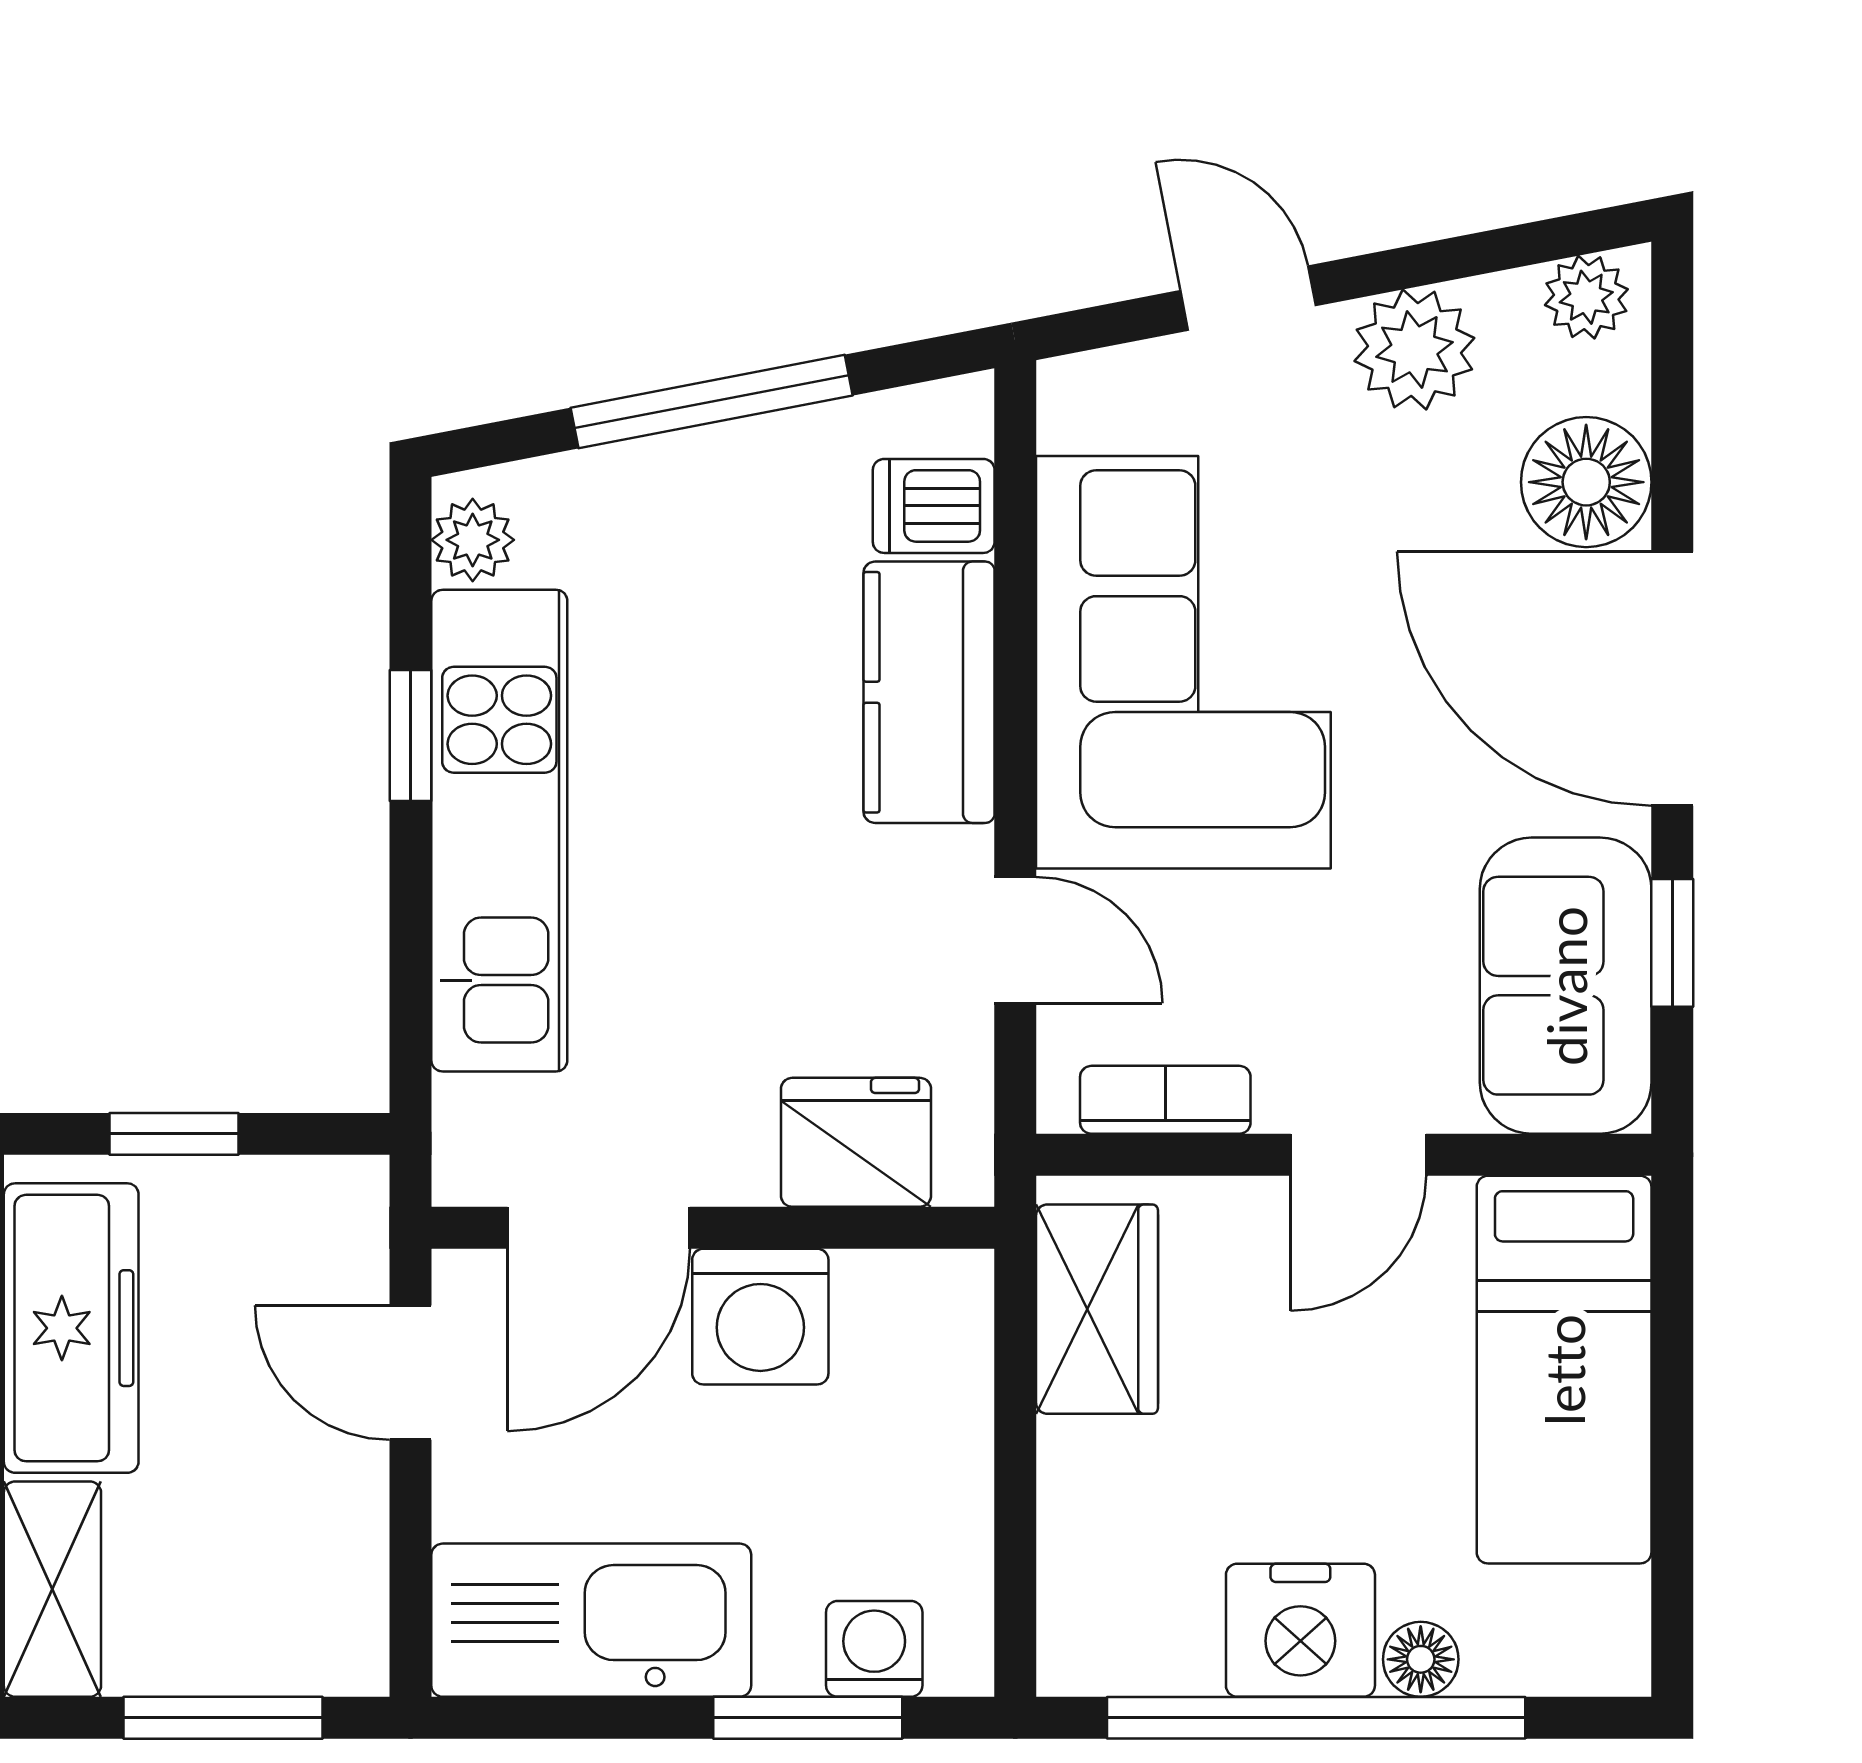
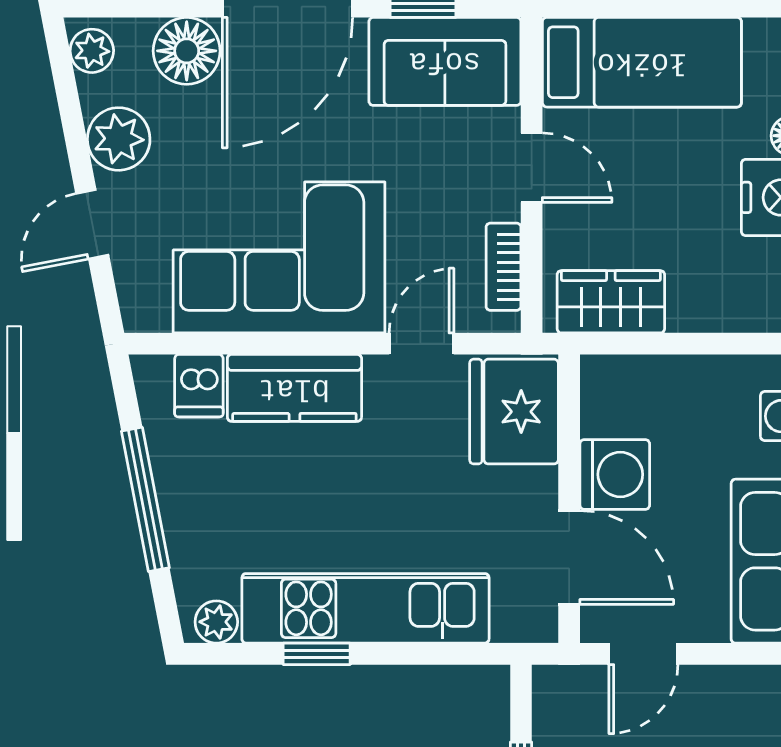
fridge: (856, 1142) -> (514, 412), width x1.36, depth x1.34

